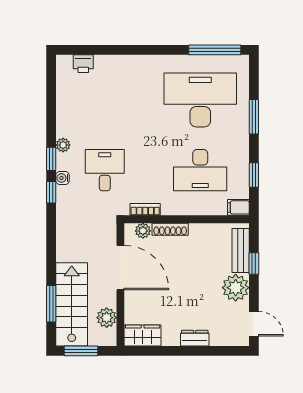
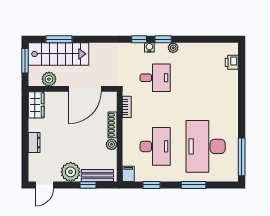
desk: (200, 100) -> (206, 146), turned 180
desk: (200, 170) -> (155, 146), turned 180
plant: (143, 231) -> (111, 144), moved

